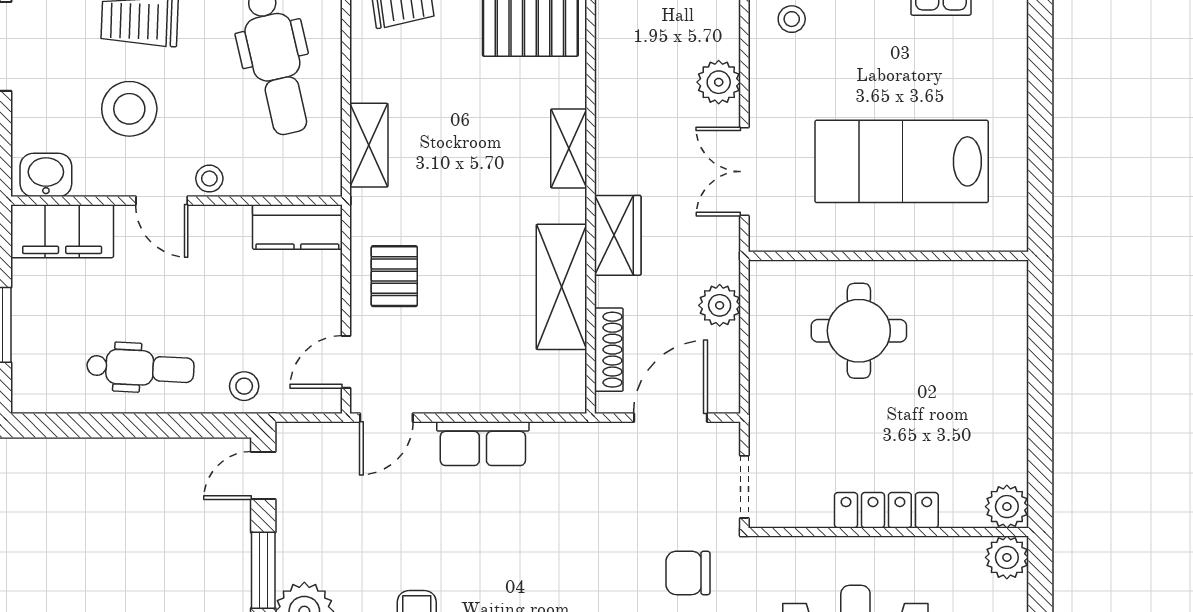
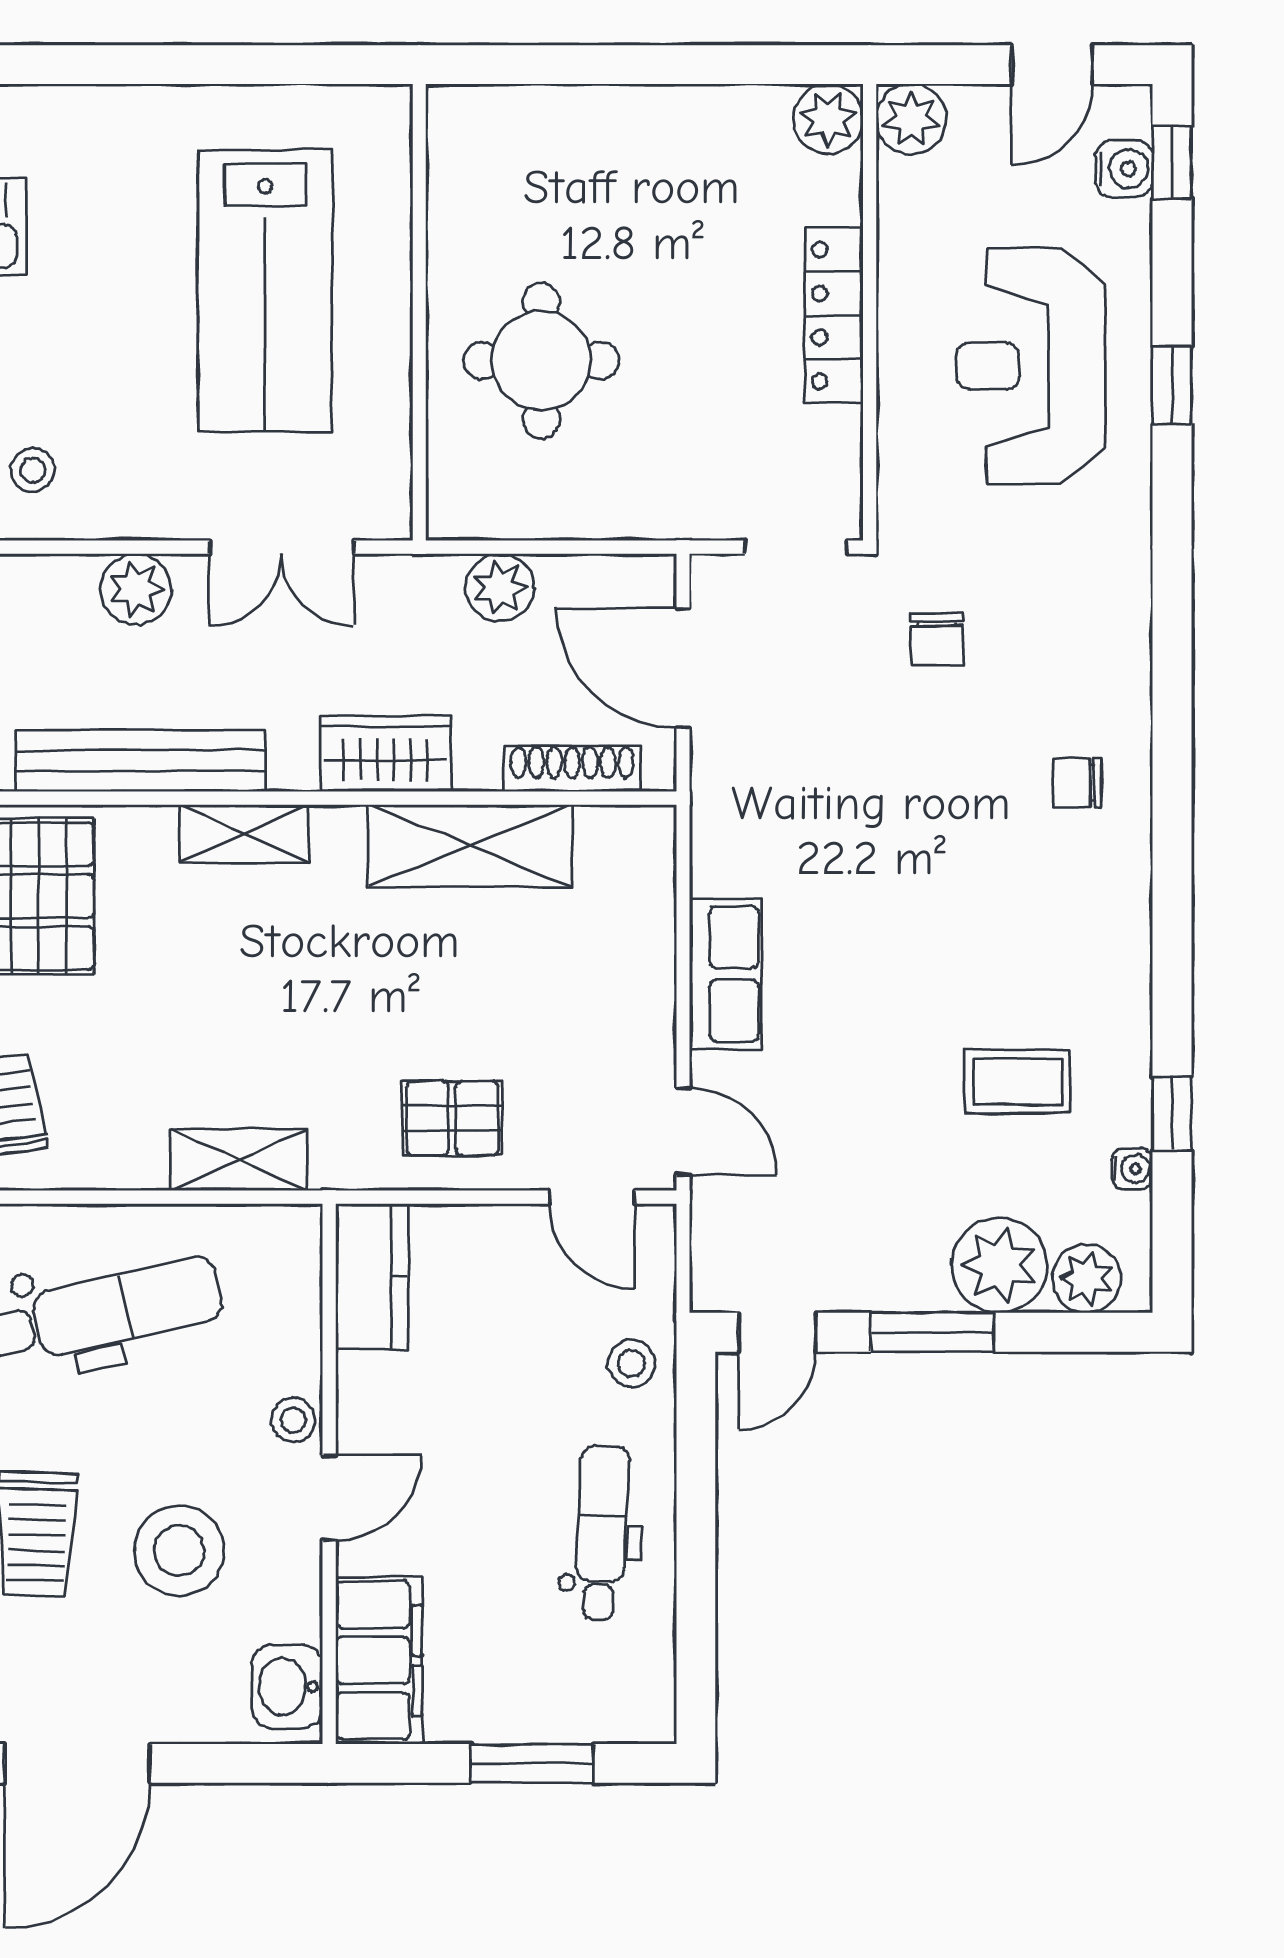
bench: (614, 85) -> (141, 761), added
door: (263, 475) -> (777, 1332), hinge flipped
chair: (688, 573) -> (936, 639), width x0.73, depth x0.73

